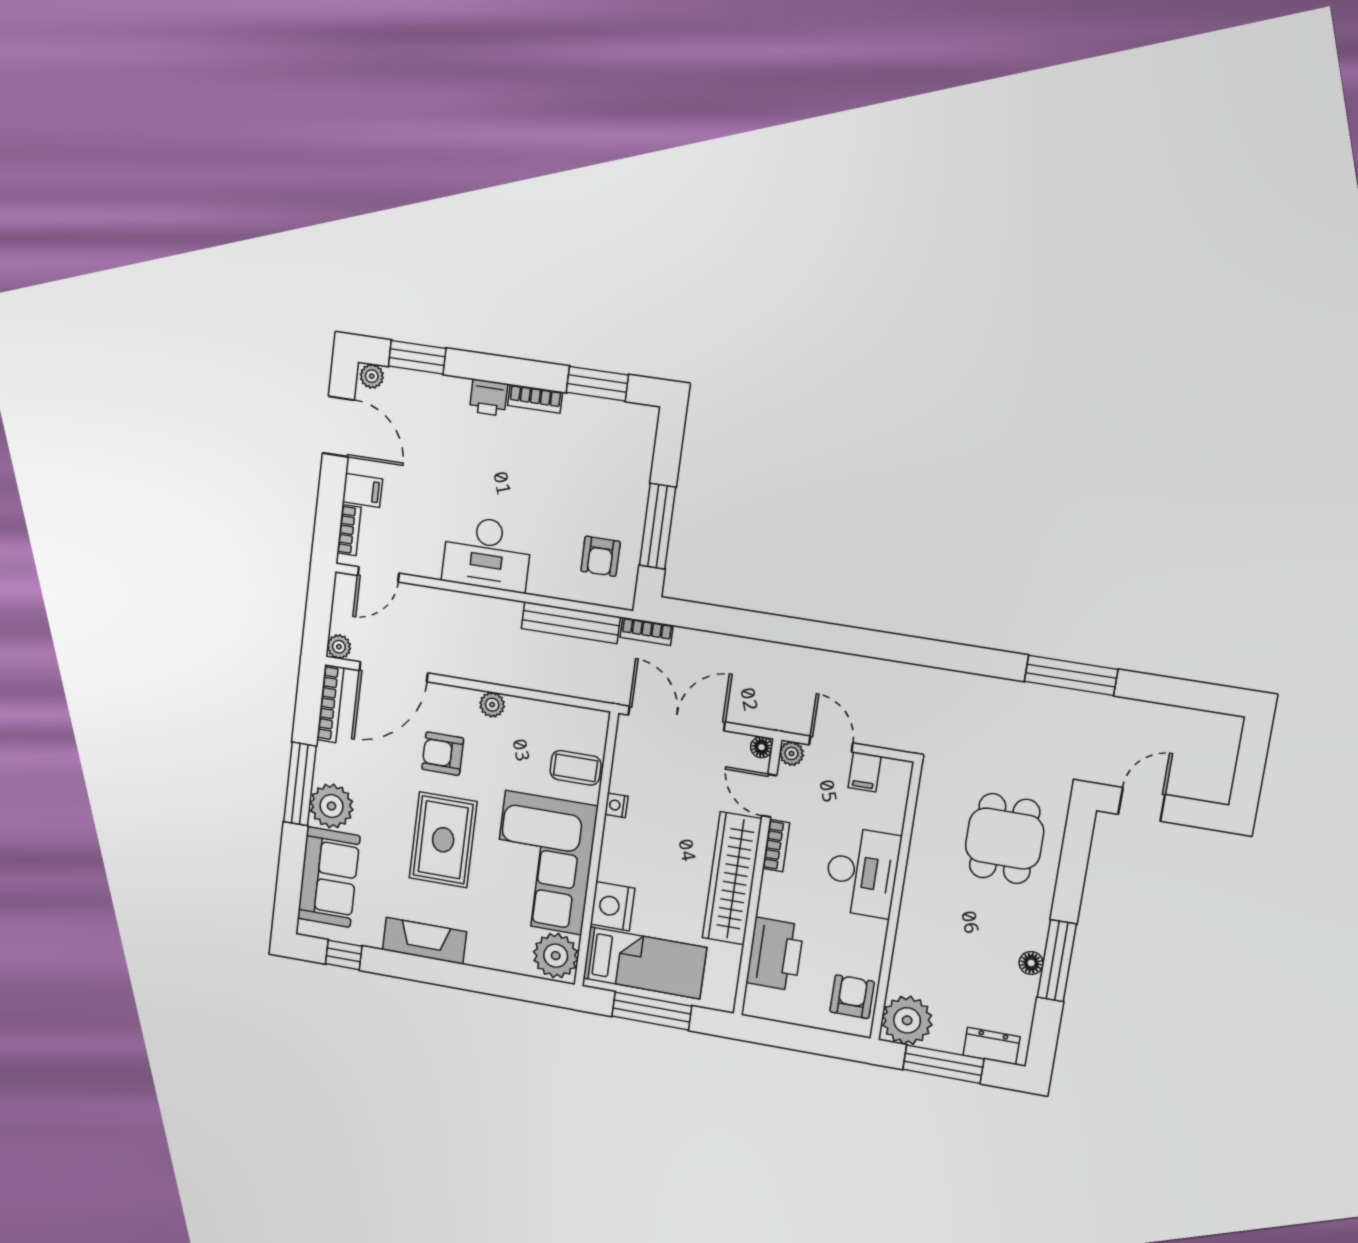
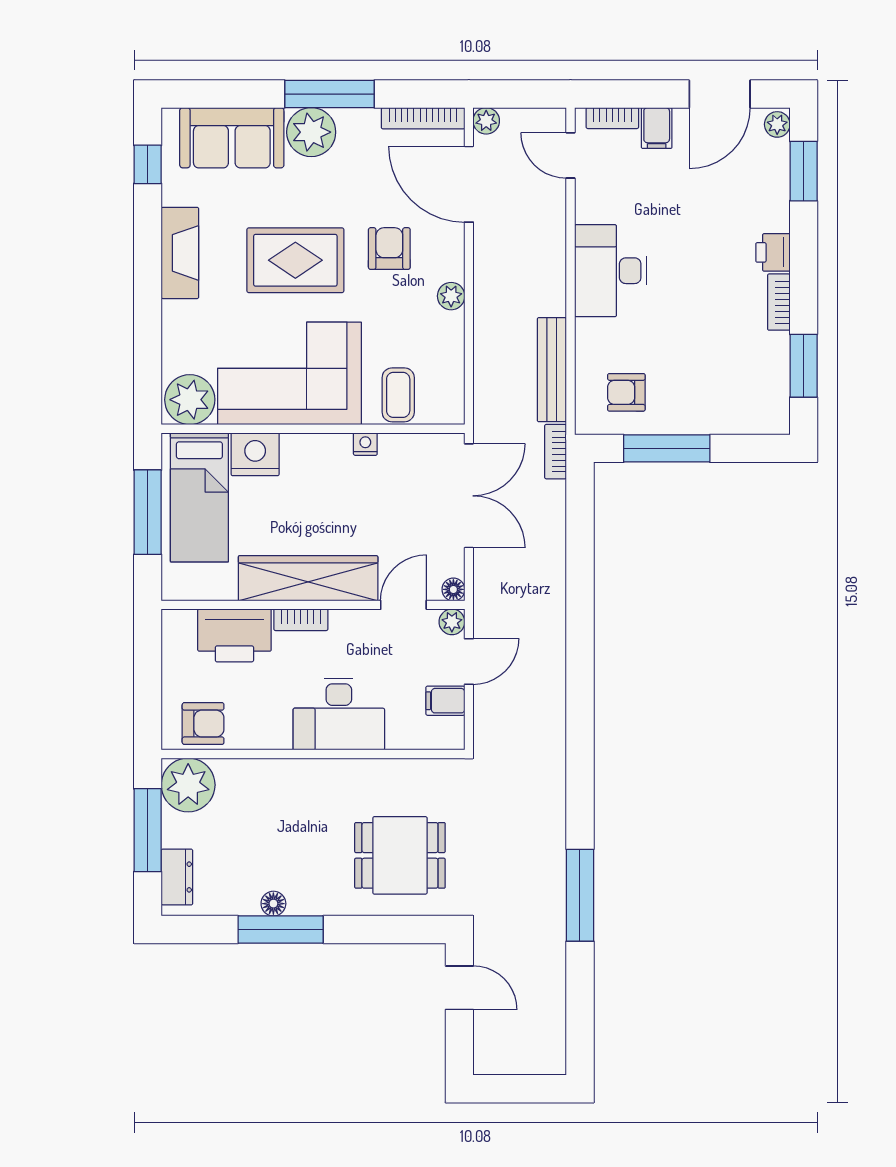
bookcase: (776, 846) -> (301, 620), moved

